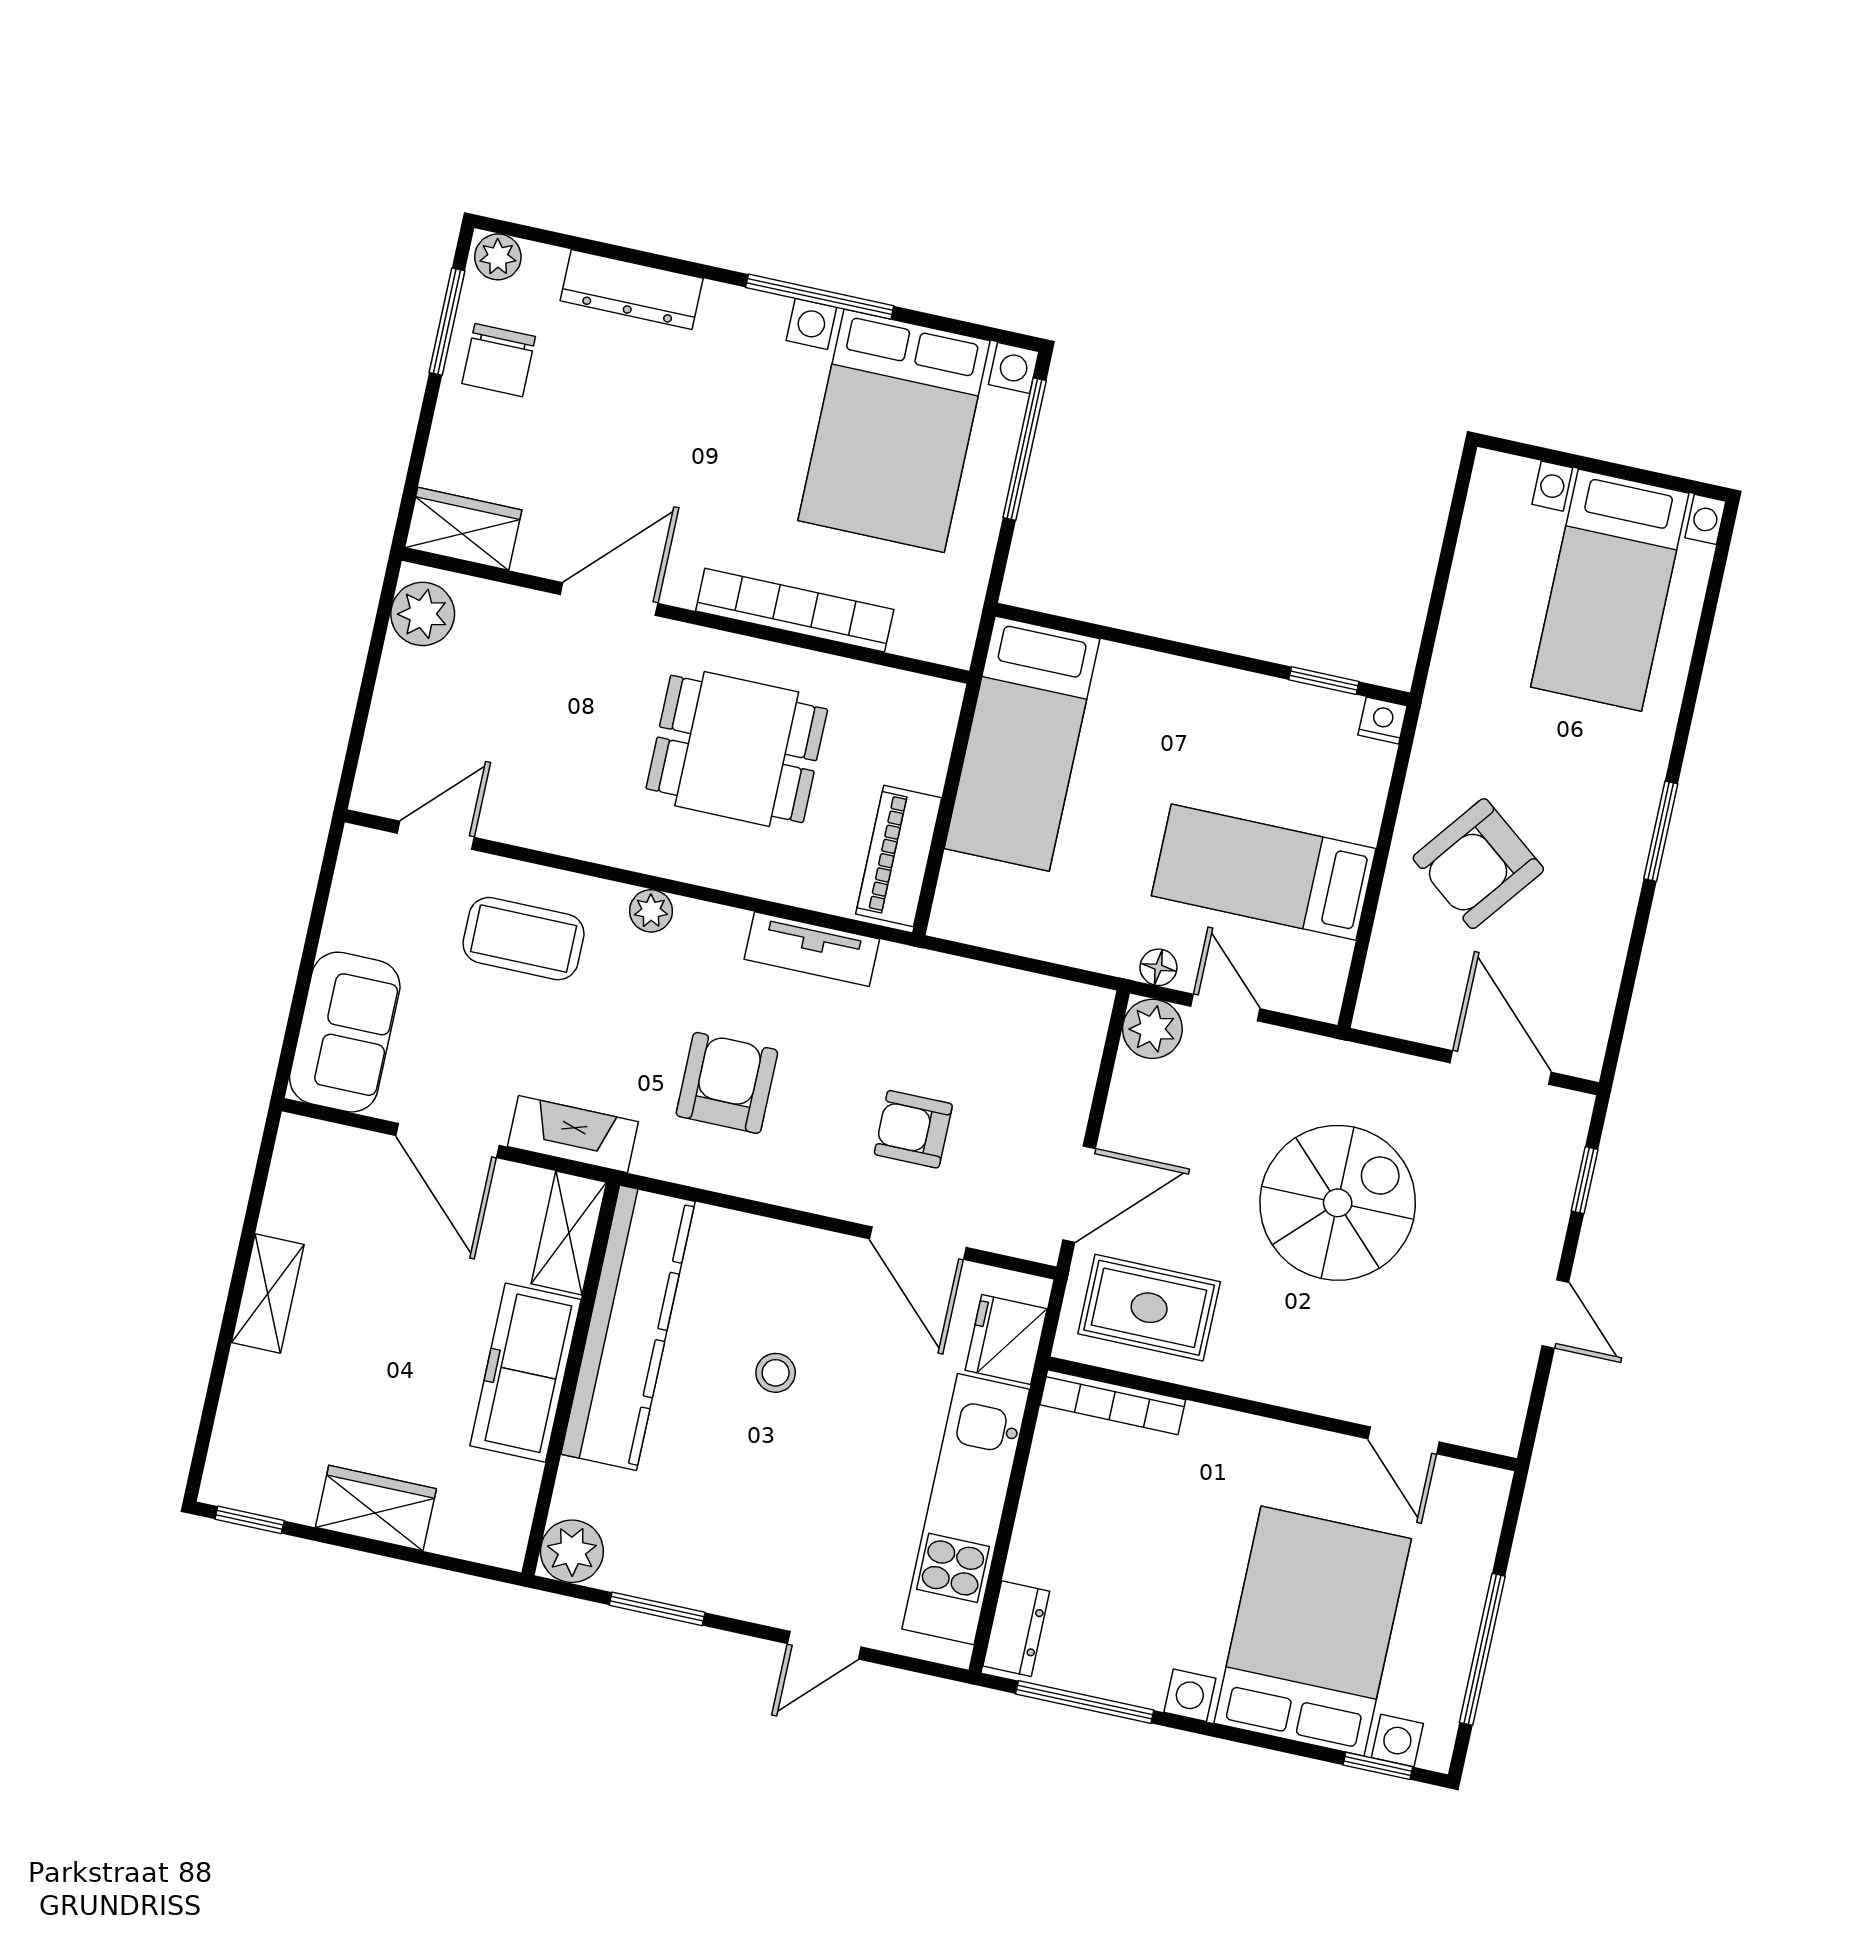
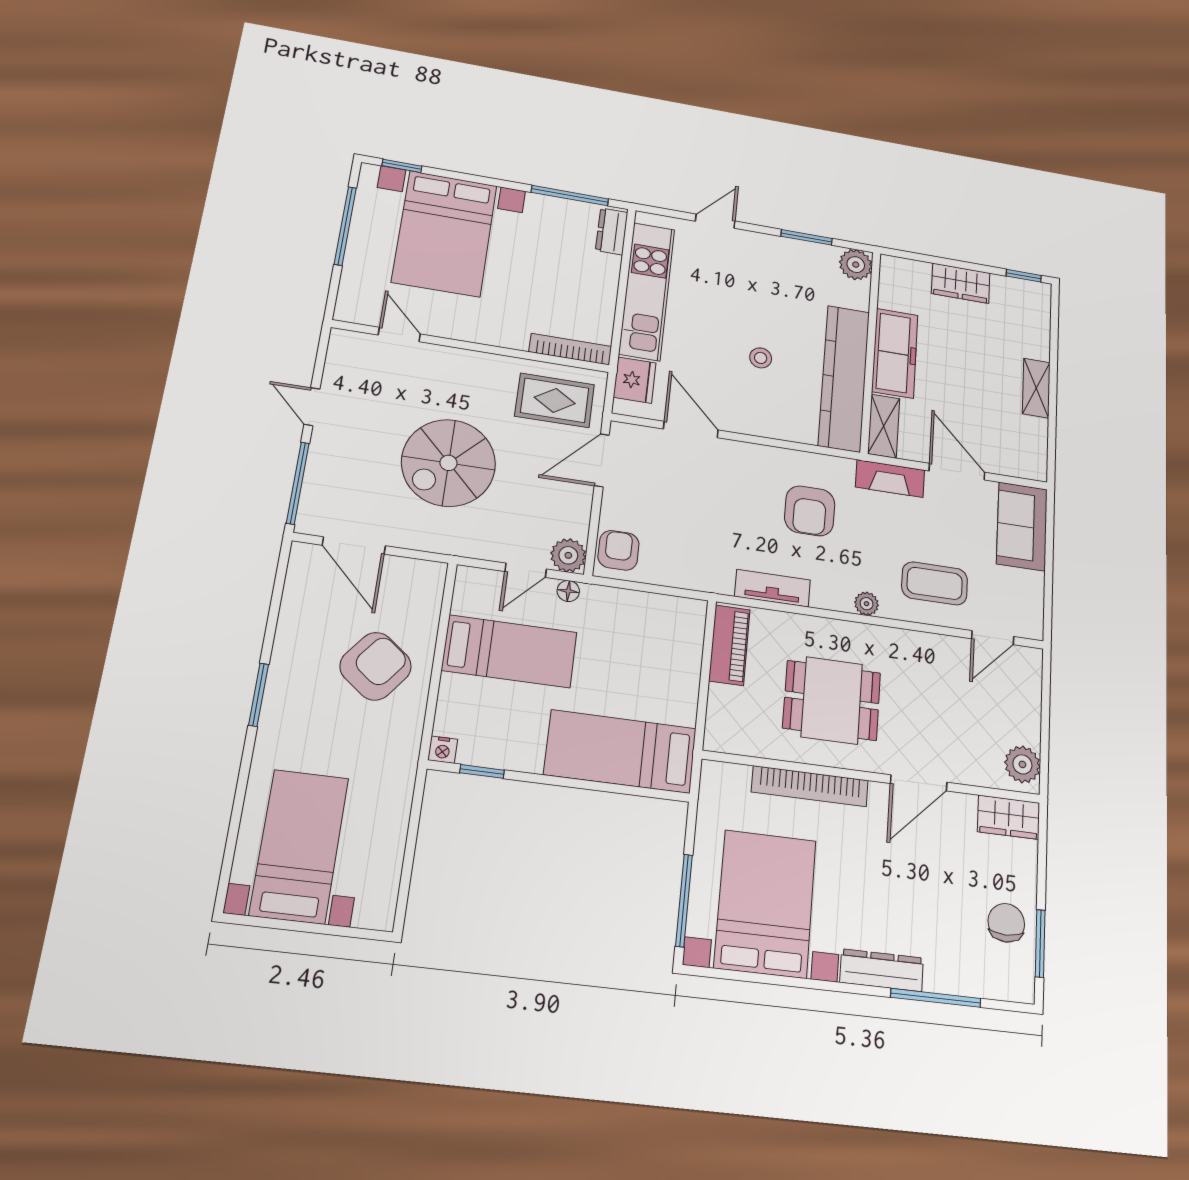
plant: (498, 257) -> (1018, 988), removed
dresser: (632, 289) -> (882, 970), moved
window: (820, 297) -> (936, 998), moved
bed: (1022, 744) -> (621, 751), moved, turned -90
door: (1225, 1007) -> (526, 570), hinge flipped
armchair: (913, 1129) -> (618, 550), moved, turned -90
window: (1585, 1180) -> (298, 483), width x2.17

